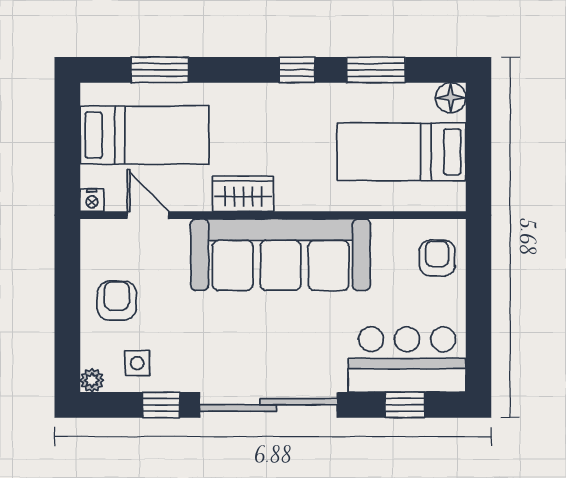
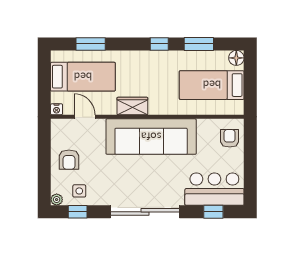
armchair: (117, 301) -> (69, 160), turned 180
window: (161, 405) -> (78, 212), moved

